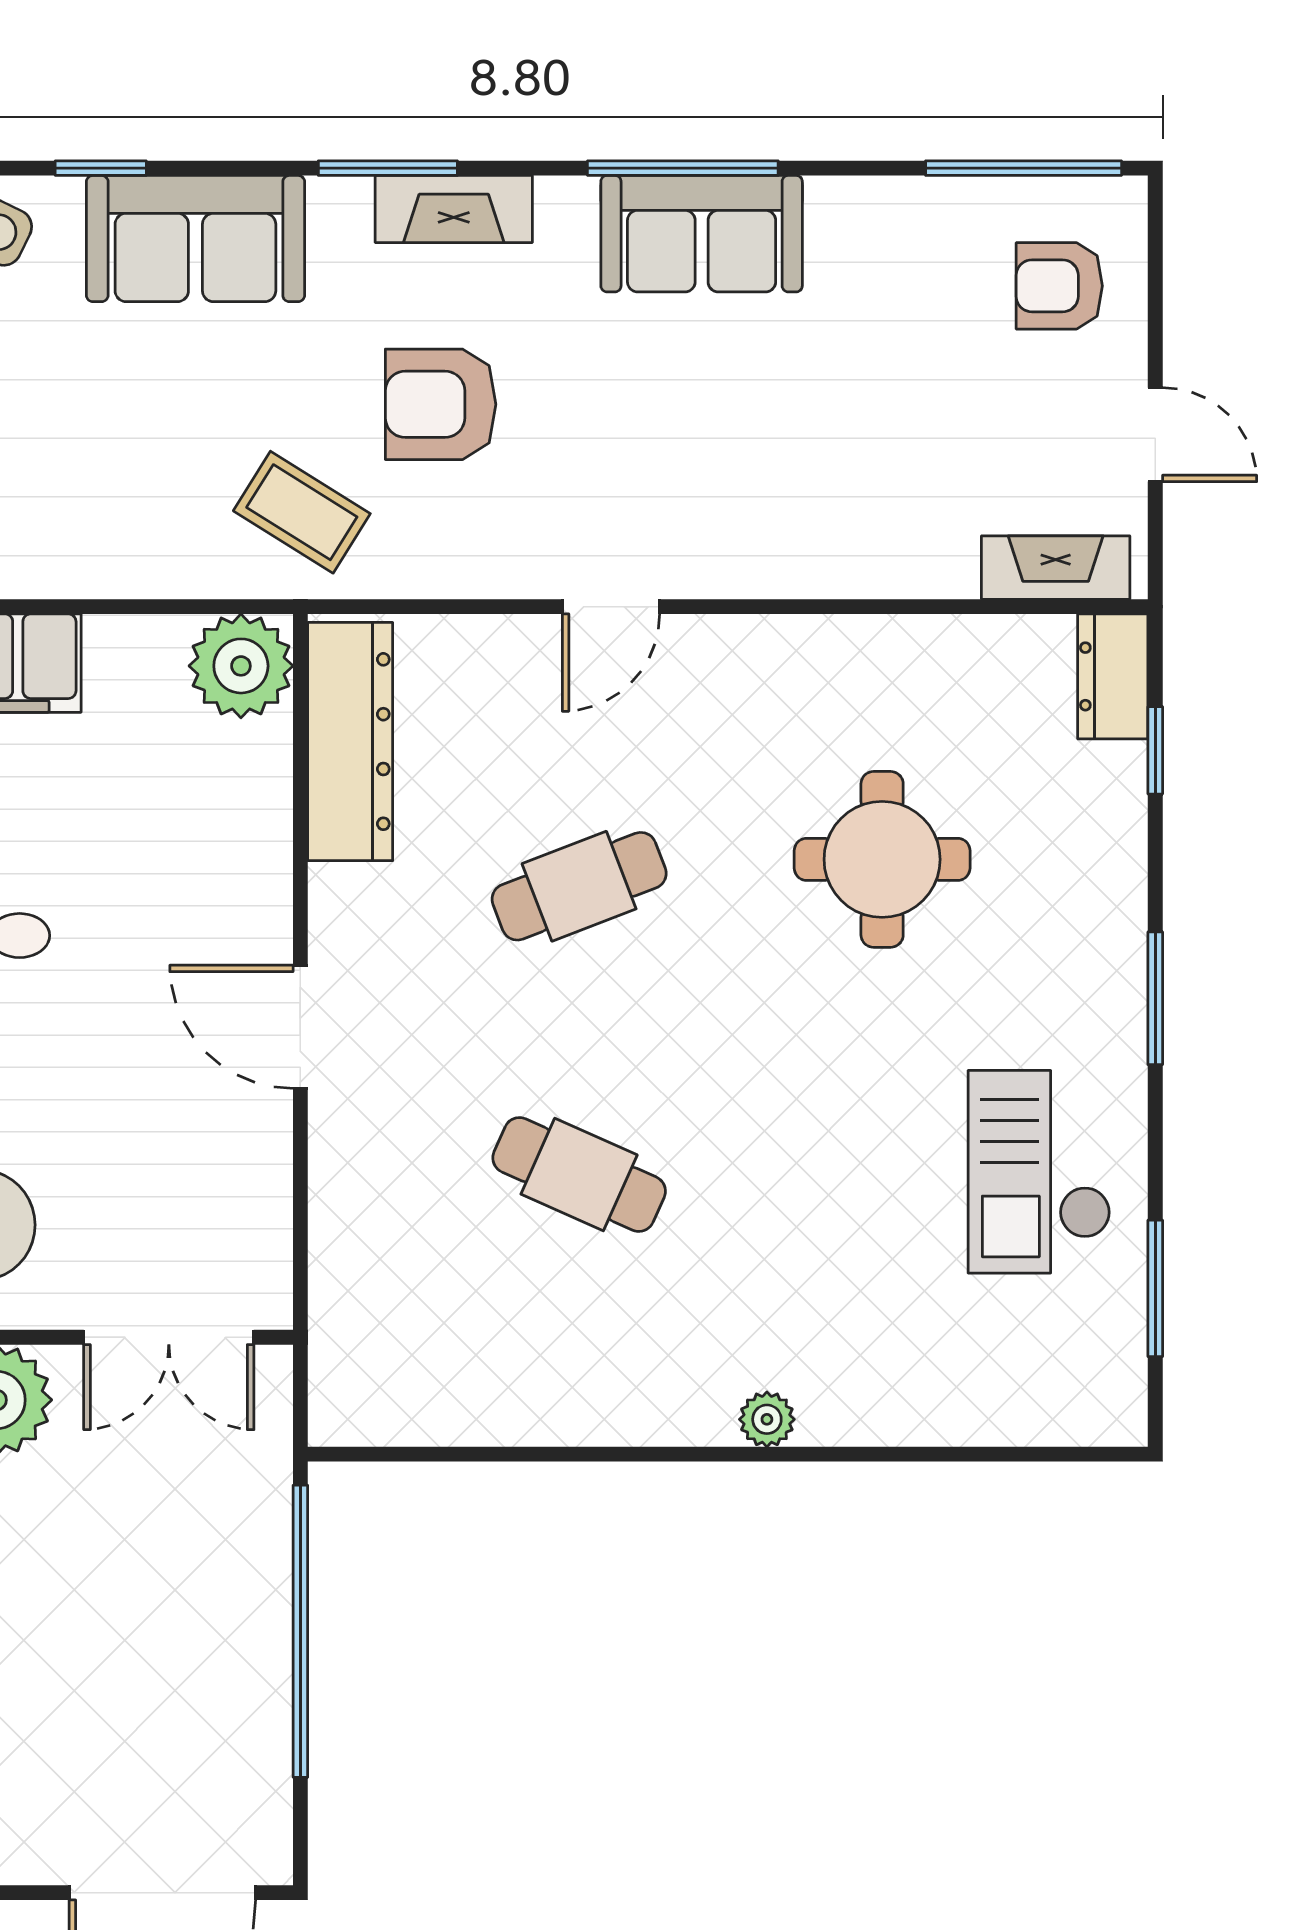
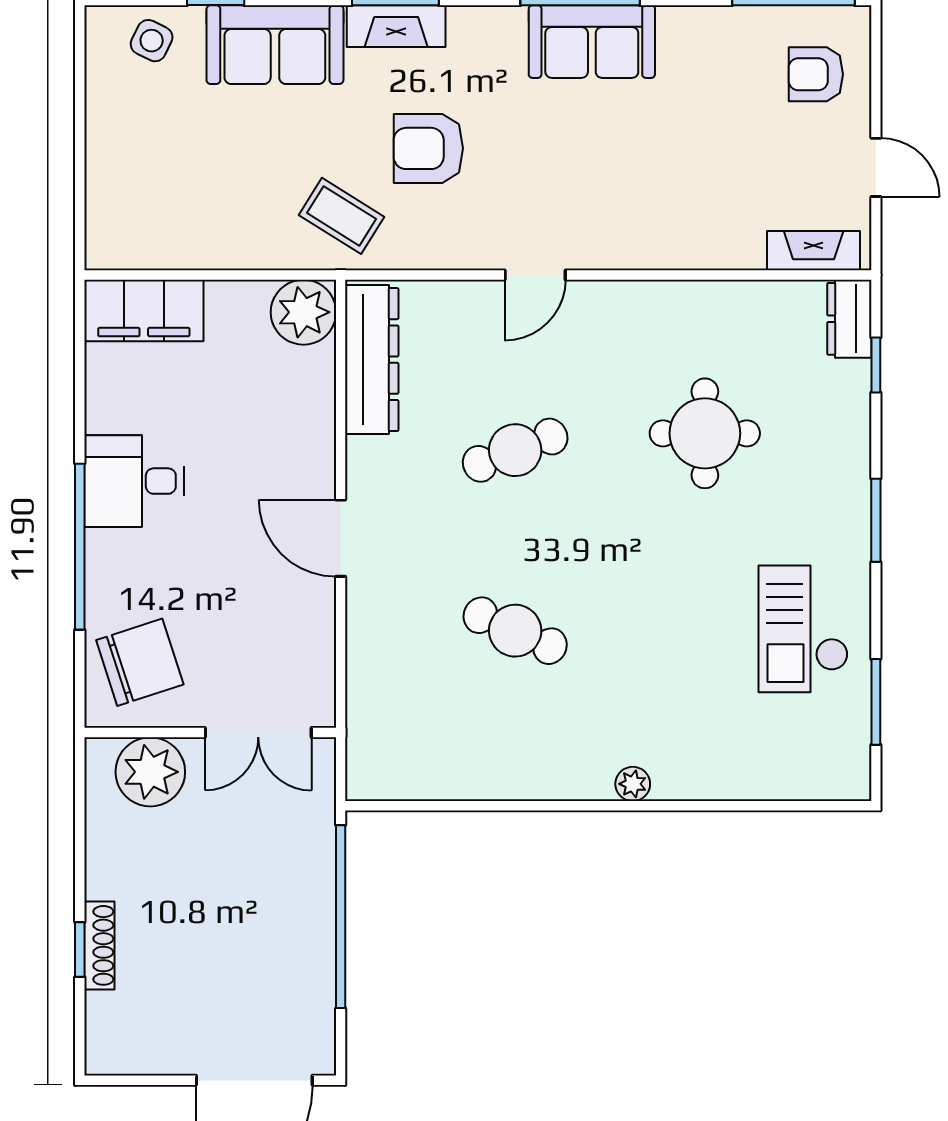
fireplace: (454, 209) -> (396, 26), moved

